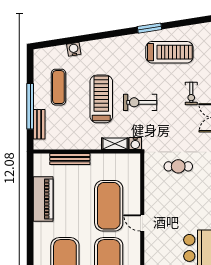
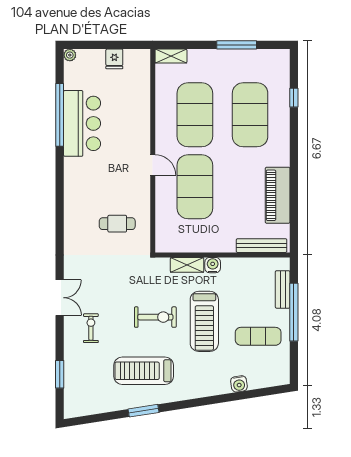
treadmill: (169, 52) -> (144, 371), moved
exercise mat: (58, 87) -> (258, 336), turned 90
water cooler: (135, 144) -> (213, 265), moved
bench: (70, 159) -> (262, 246), moved
cafe table: (178, 166) -> (117, 224), moved

